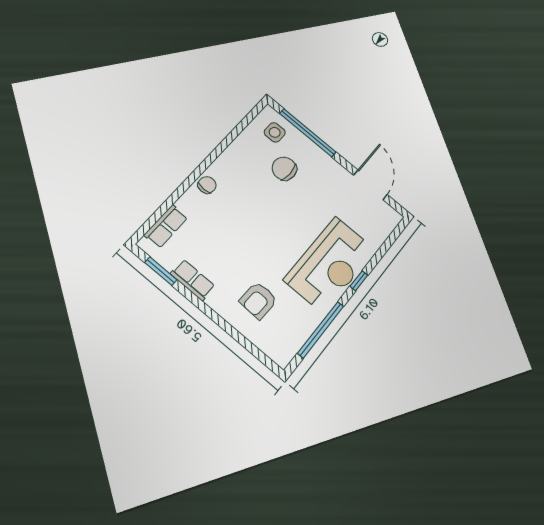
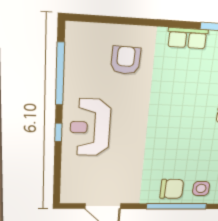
chair: (284, 169) -> (172, 189), moved
reception desk: (330, 265) -> (90, 128), width x0.74, depth x0.77

